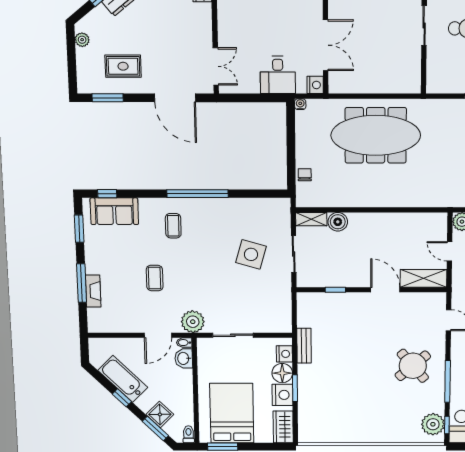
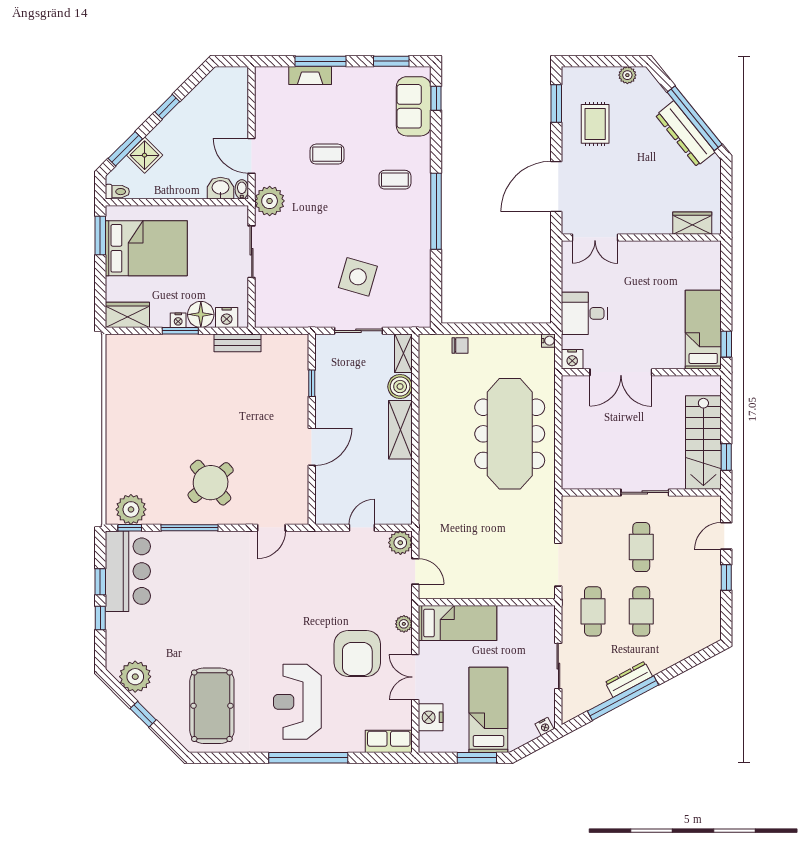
shelving: (423, 278) -> (400, 430), moved
bathtub: (123, 379) -> (193, 109), removed
nightstand: (282, 395) -> (178, 320), width x0.53, depth x0.56

